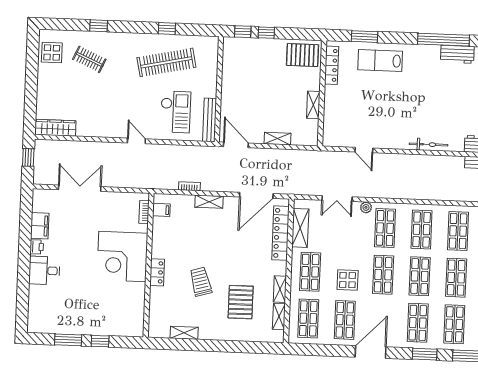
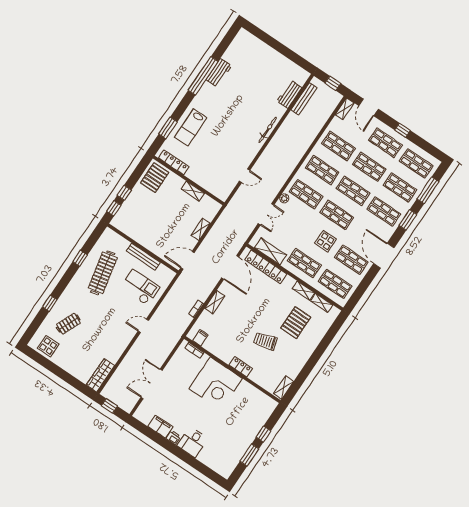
bench: (210, 120) -> (143, 257), moved
pallet: (241, 302) -> (296, 323), turned 90
shelving: (184, 333) -> (284, 388), moved

